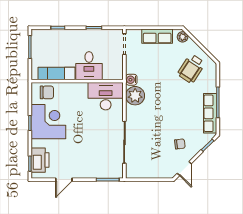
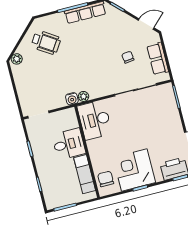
row of seats: (157, 36) -> (158, 59), moved, turned 180
plant: (135, 96) -> (84, 96), width x0.53, depth x0.53
chair: (180, 144) -> (128, 57), moved

